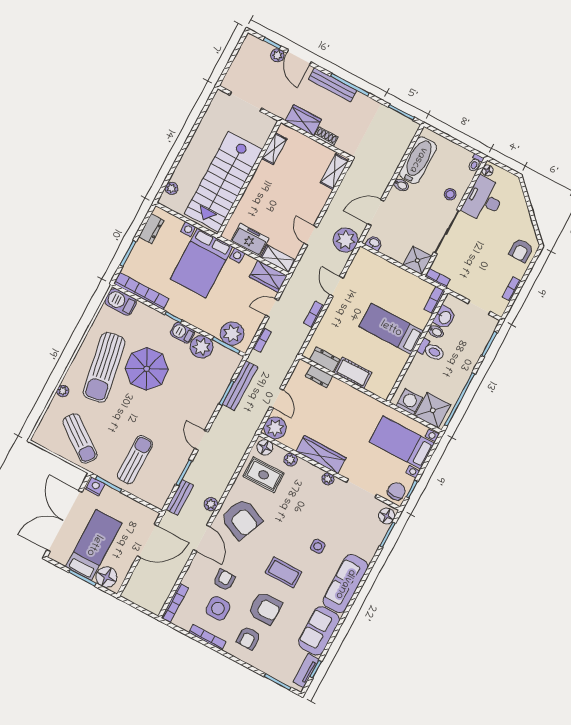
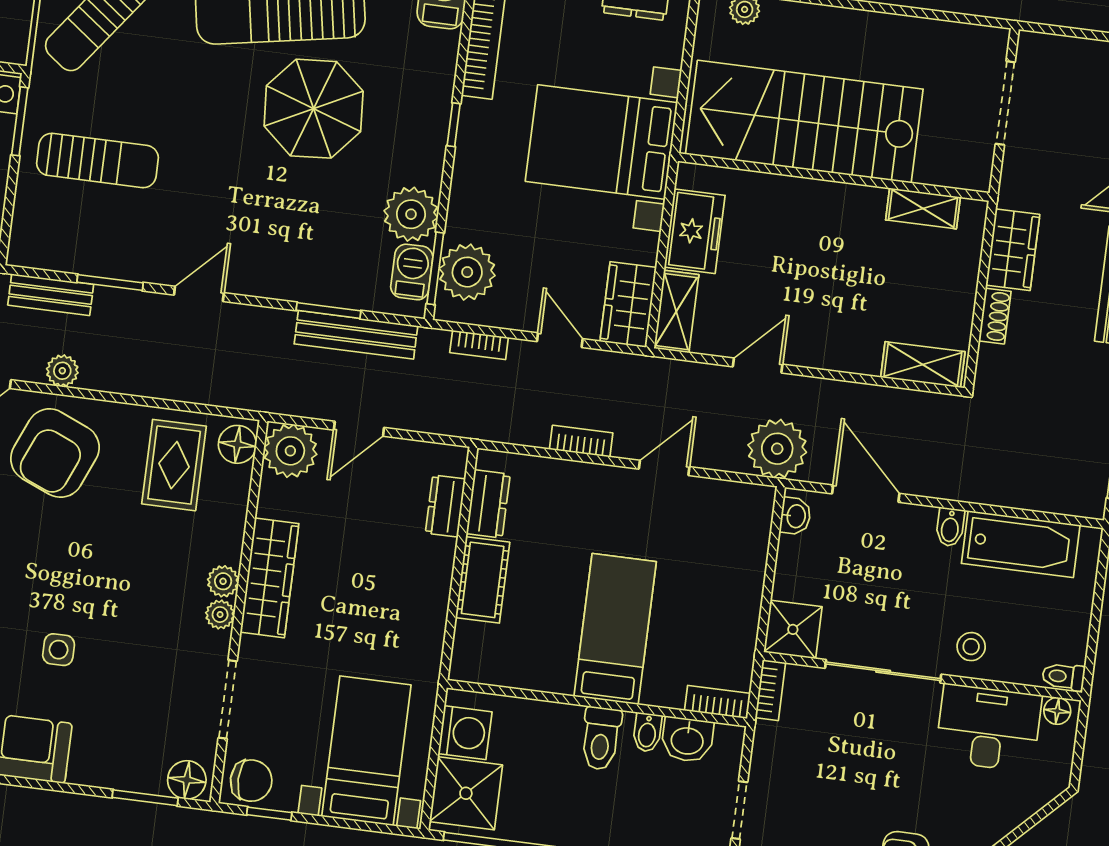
barbecue: (182, 333) -> (412, 272), moved
plant: (291, 460) -> (223, 581), moved

